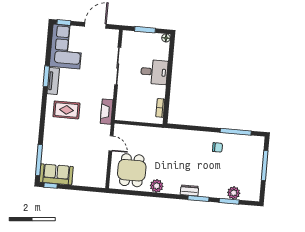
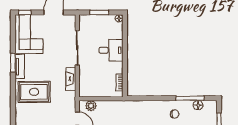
rug: (66, 110) -> (34, 92), width x1.36, depth x1.43
fireplace: (107, 112) -> (71, 79), moved
plant: (127, 131) -> (91, 106), added
floor lamp: (244, 140) -> (198, 105), added

